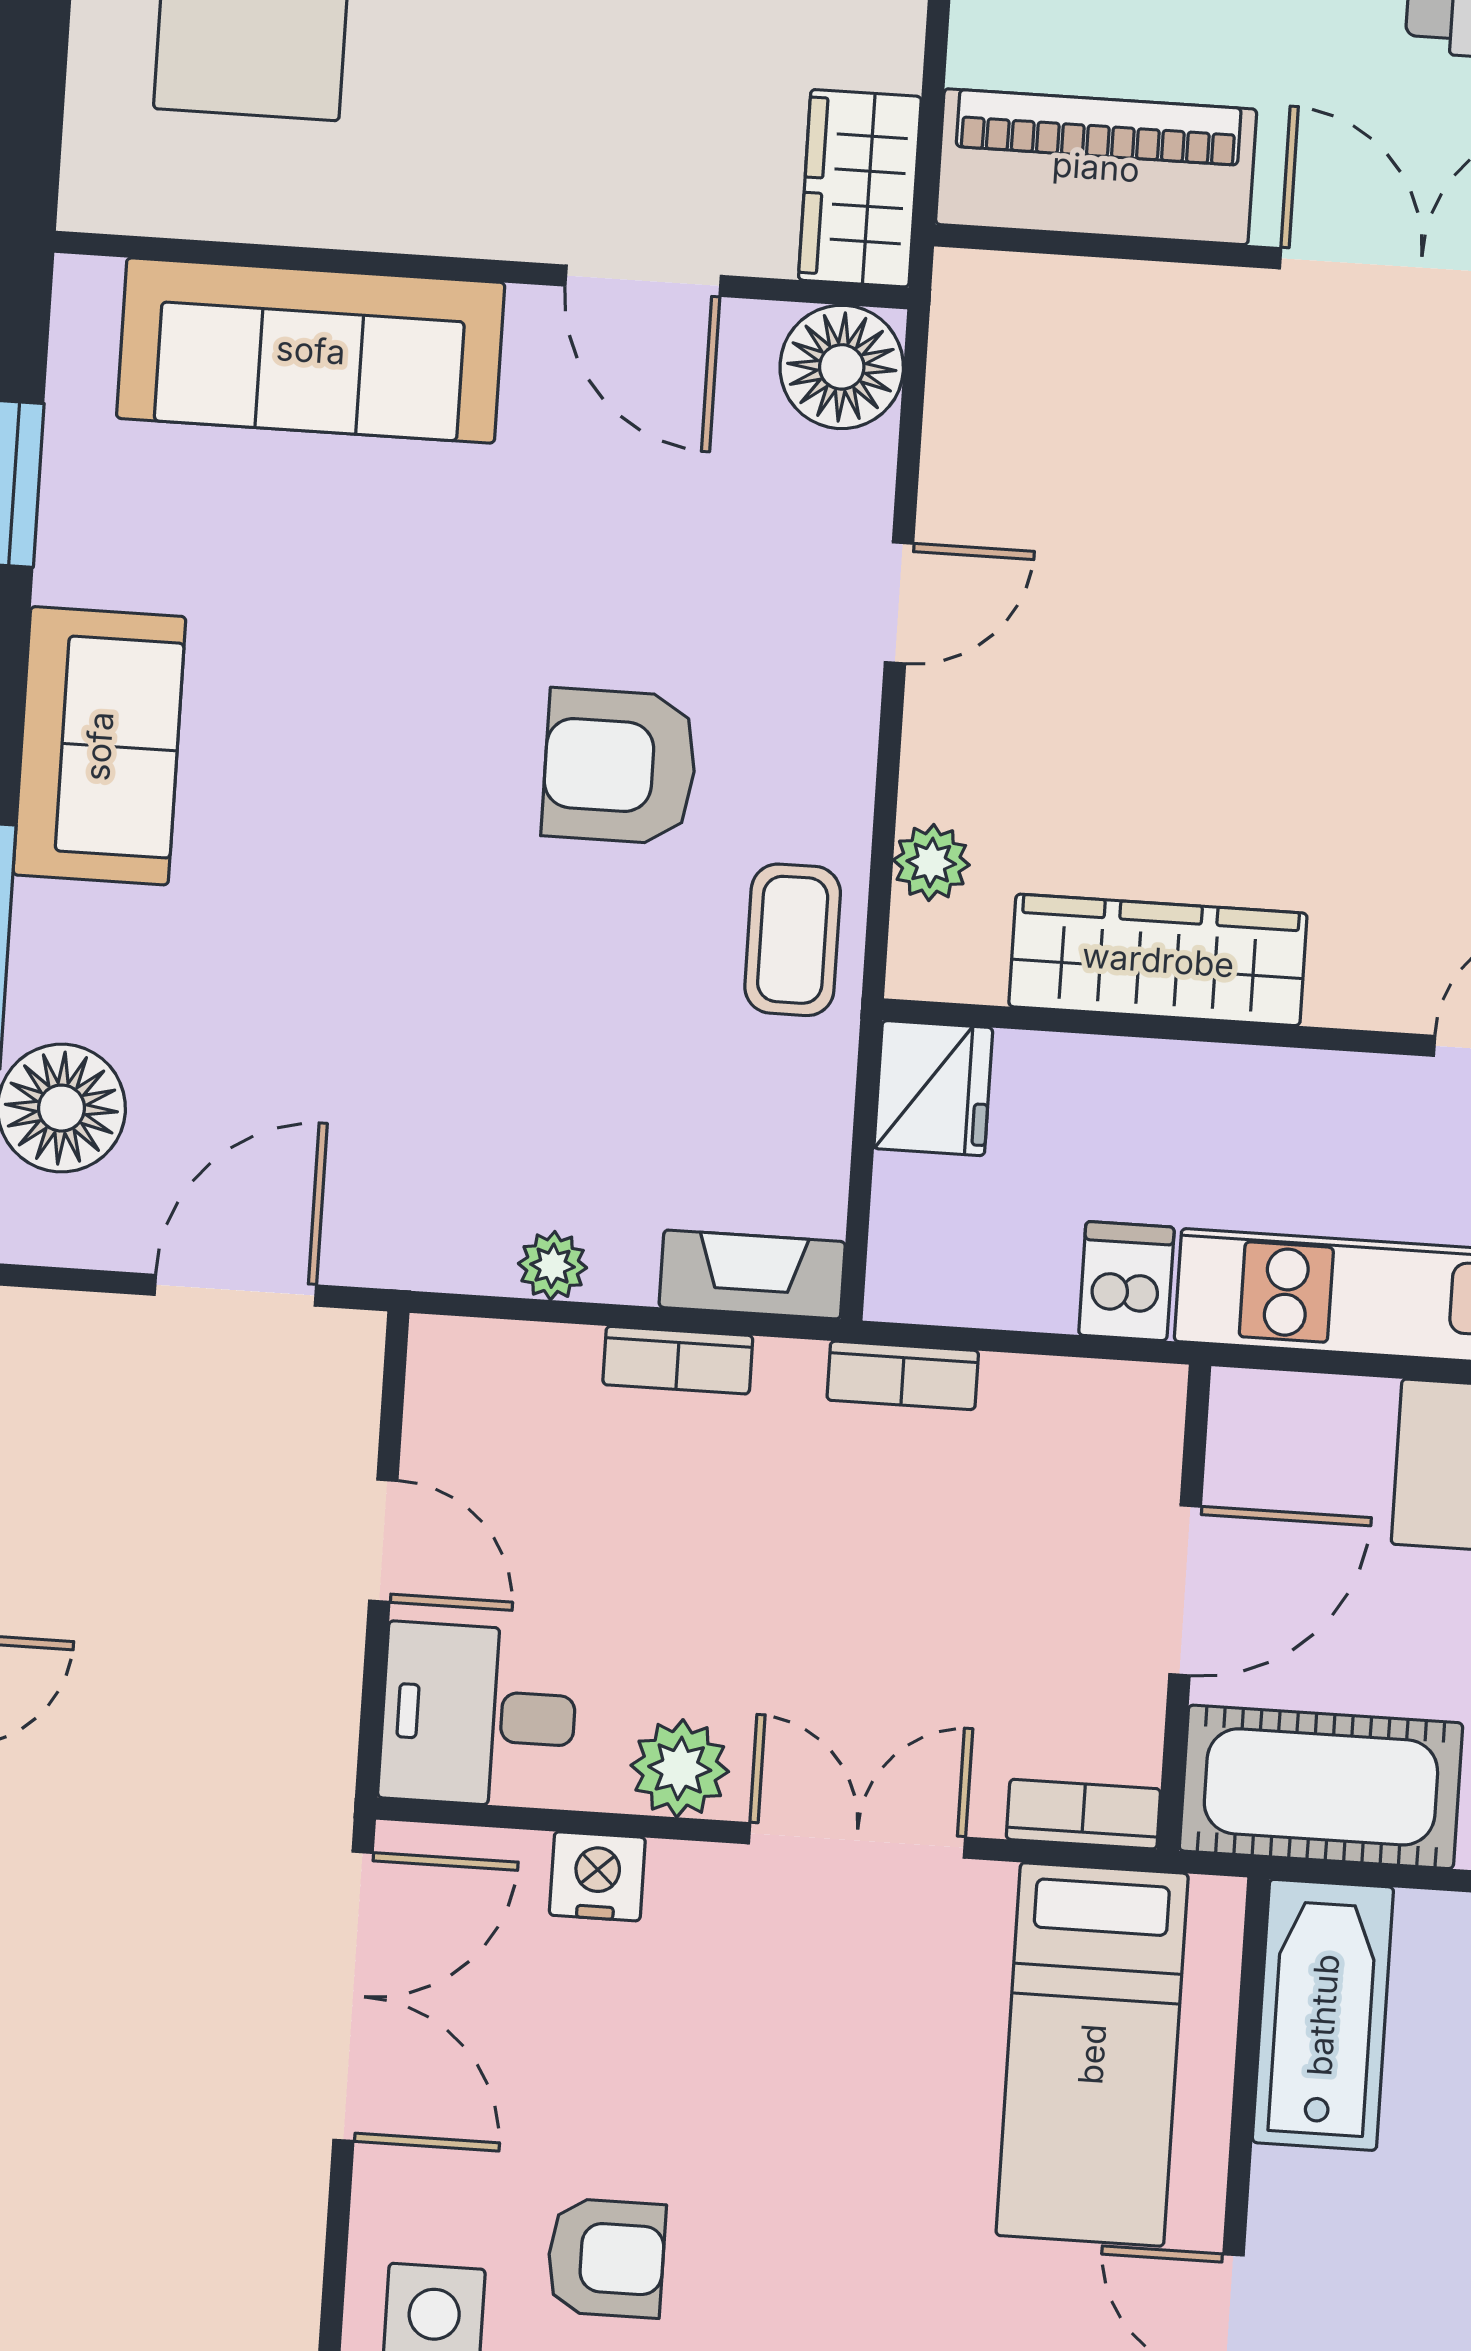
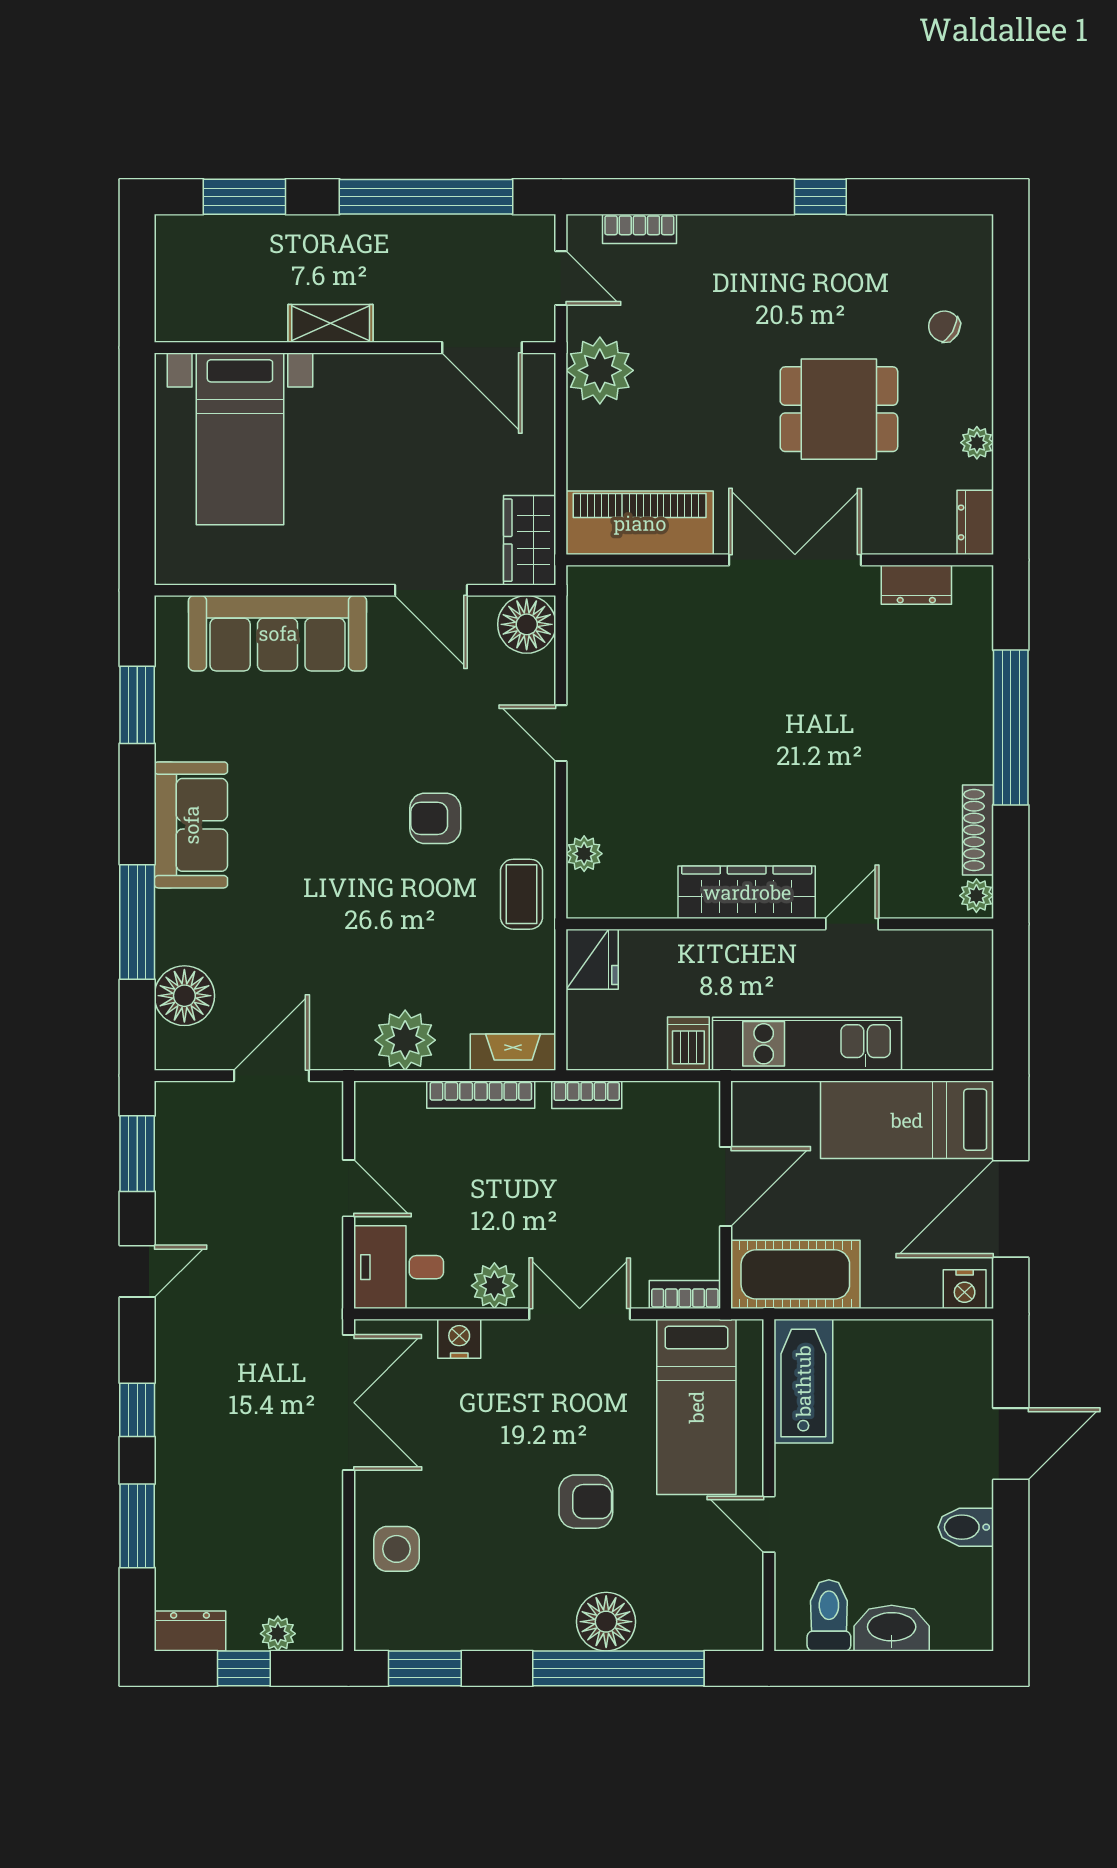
door: (899, 603) -> (561, 733), swing flipped
armchair: (620, 766) -> (435, 818), width x0.72, depth x0.72
wardrobe: (1158, 960) -> (747, 892), moved
plant: (553, 1266) -> (405, 1040), width x1.88, depth x1.88
bookcase: (678, 1360) -> (481, 1095), width x1.56
armchair: (606, 2258) -> (586, 1502), moved

